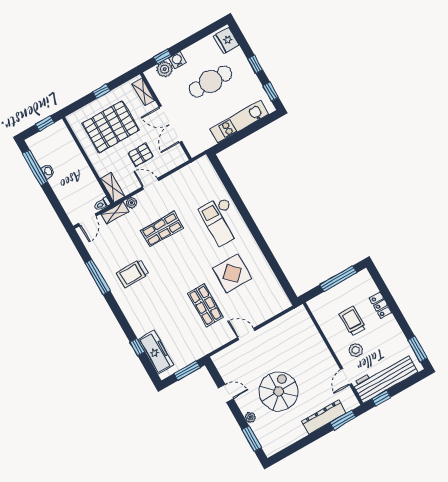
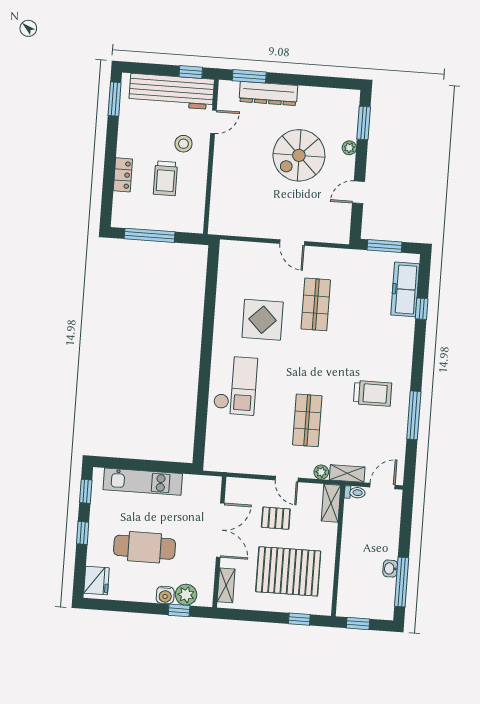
window: (101, 91) -> (299, 619), moved
shop shelf: (162, 229) -> (307, 420), turned 90
door: (226, 393) -> (359, 192), hinge flipped

